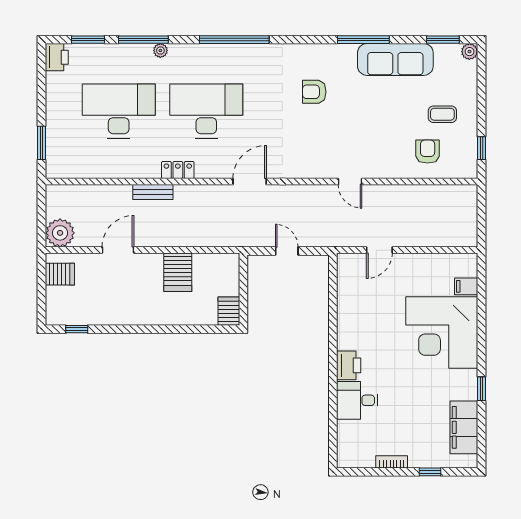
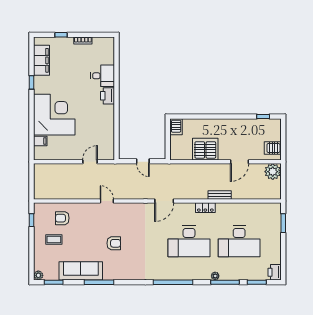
armchair: (314, 92) -> (114, 243), moved
armchair: (428, 152) -> (62, 218), turned 90
server rack: (178, 272) -> (205, 149), width x1.60

